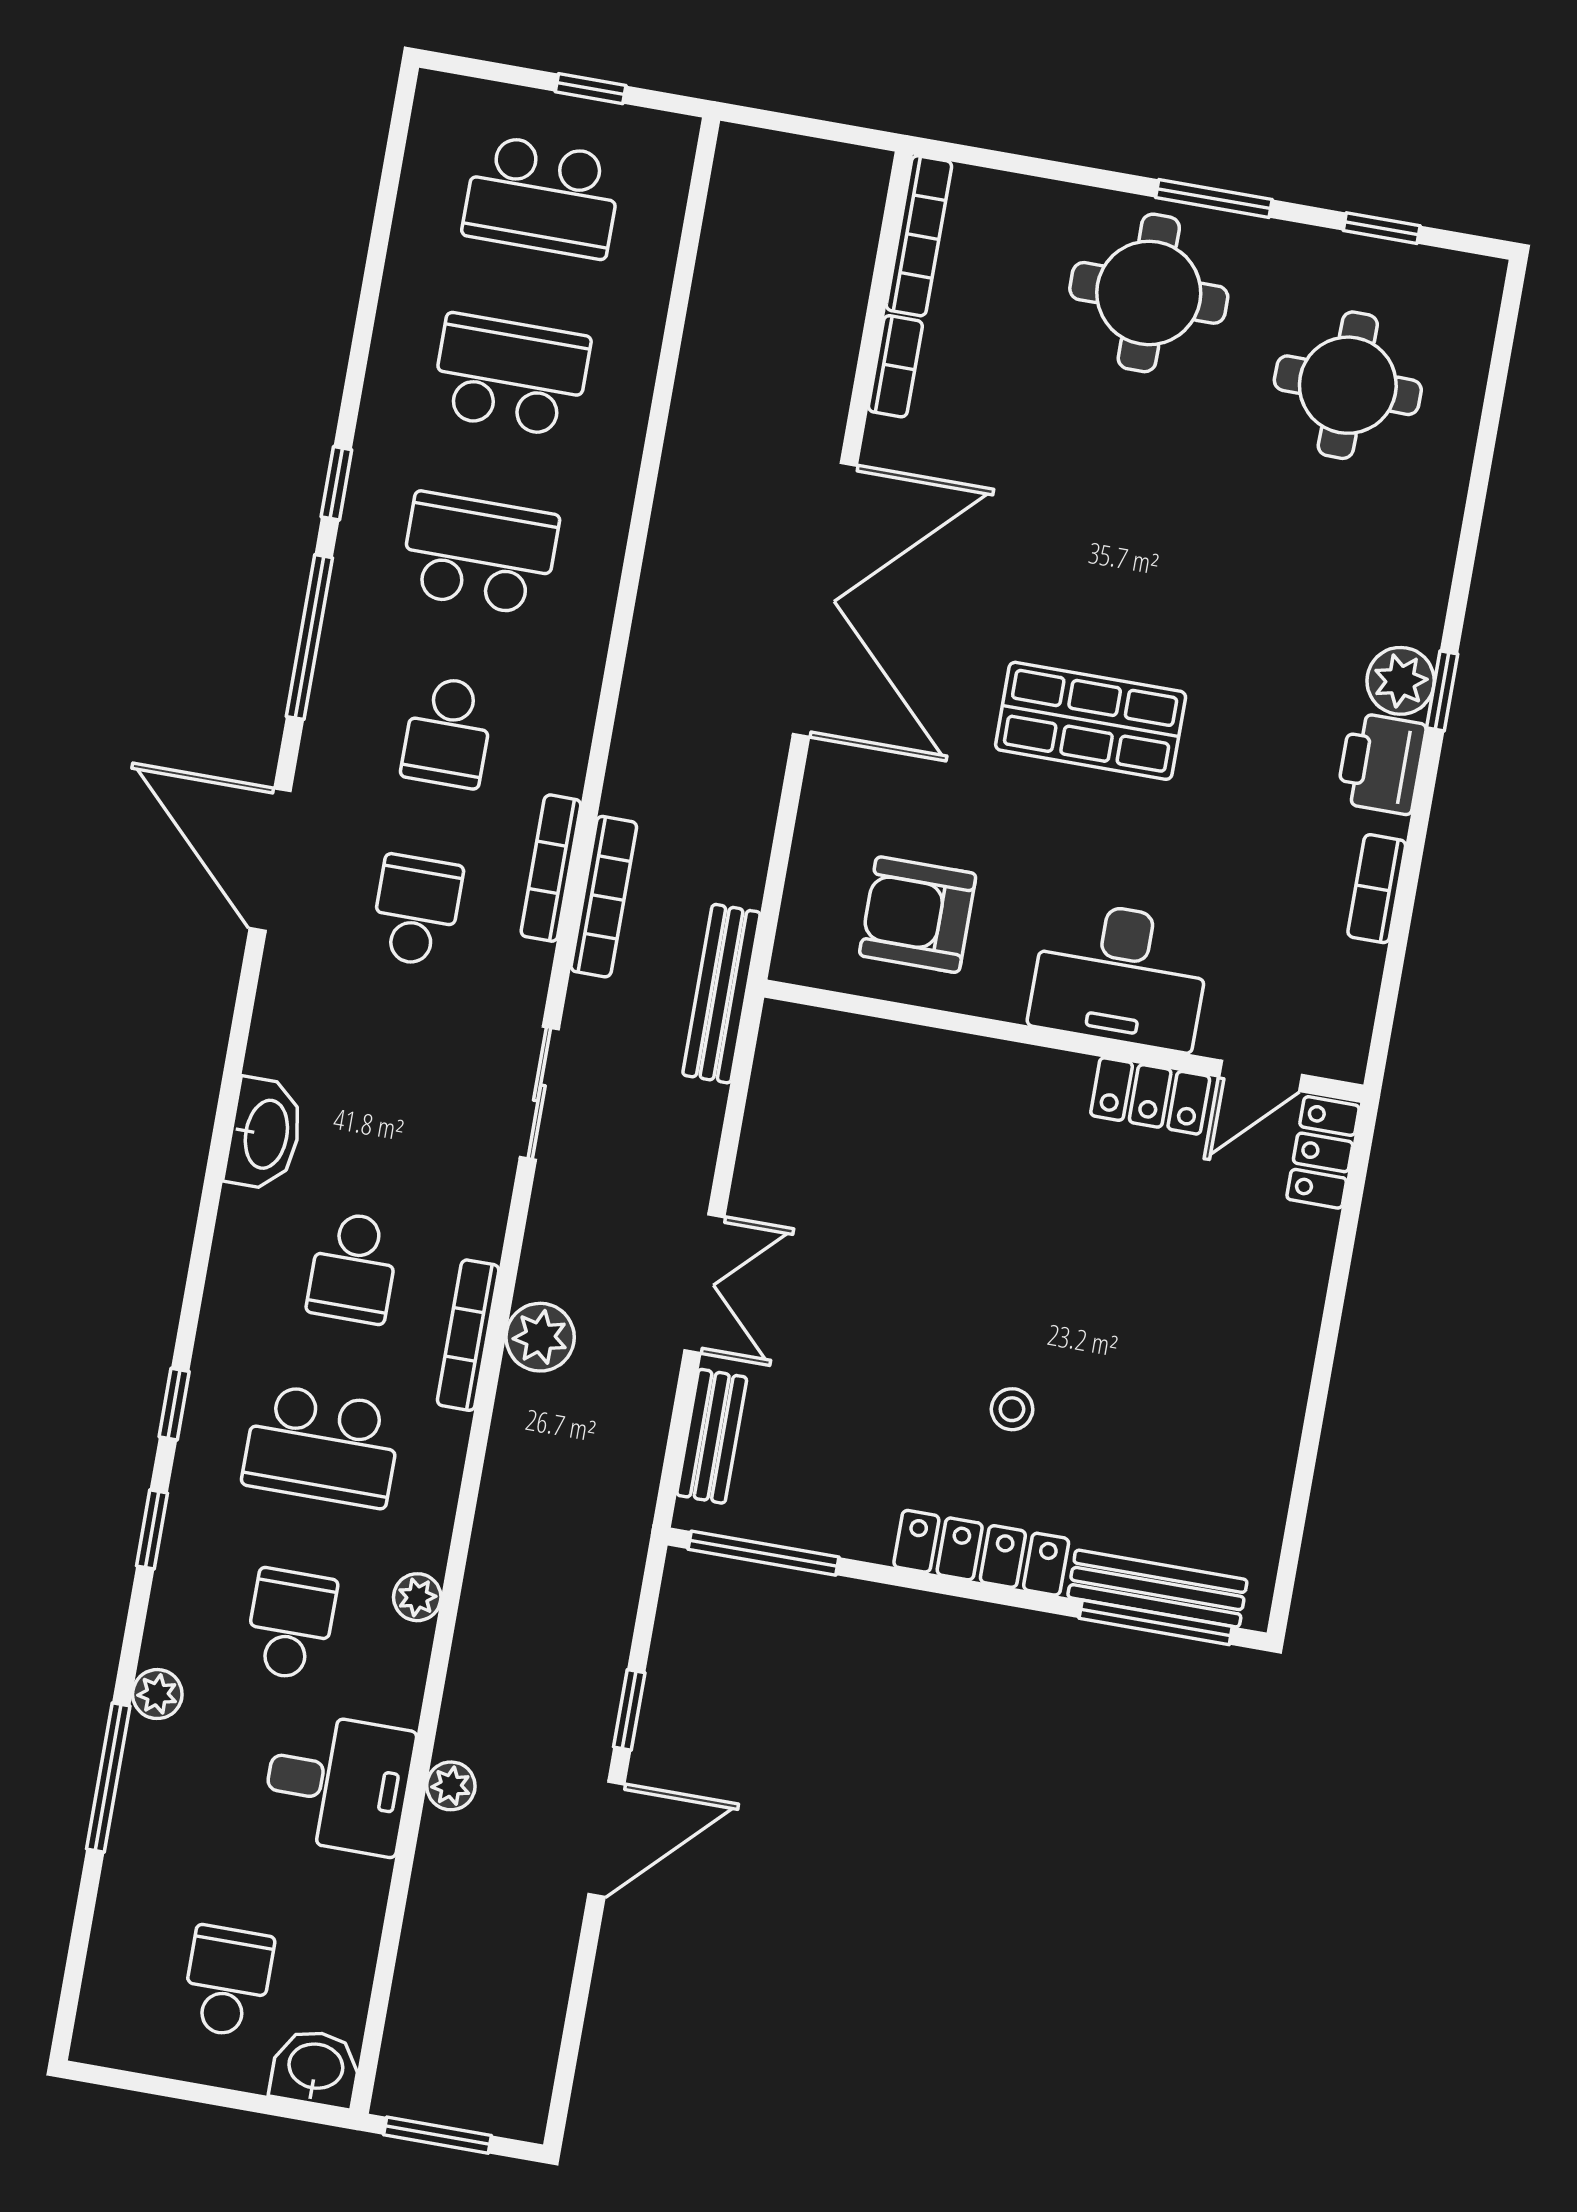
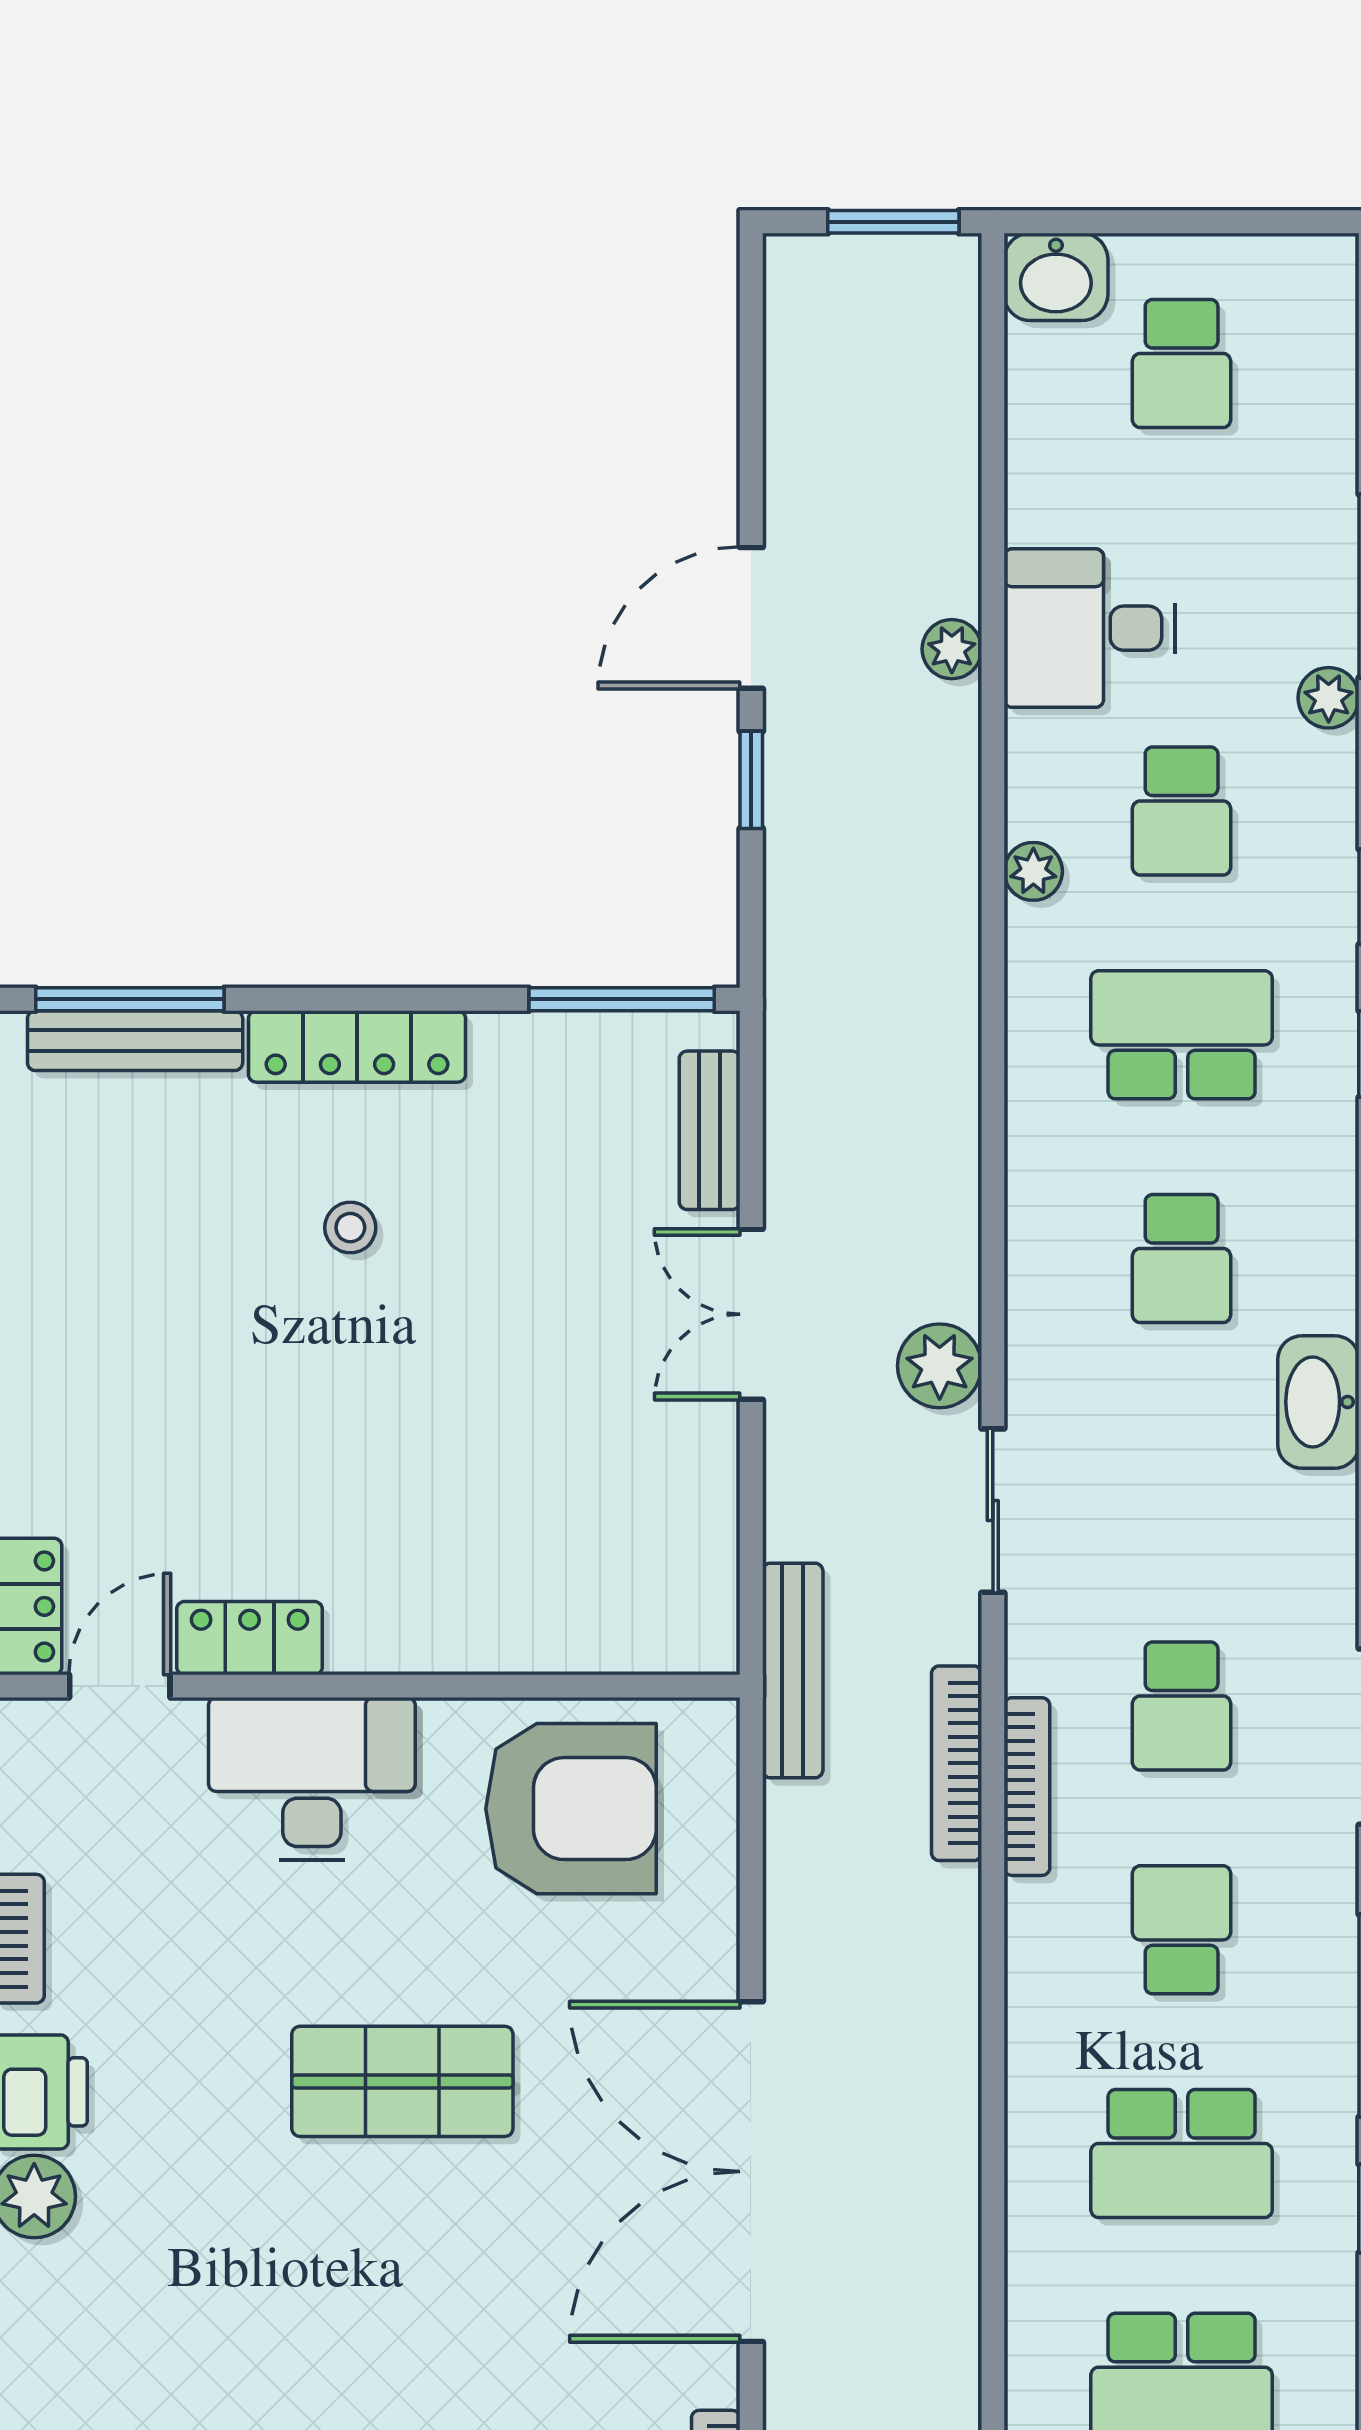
armchair: (918, 915) -> (571, 1809), width x1.36, depth x1.36
school desk: (353, 1268) -> (1182, 1259), turned 180
bookcase: (468, 1335) -> (1028, 1201), removed
plant: (540, 1337) -> (940, 1366), moved

